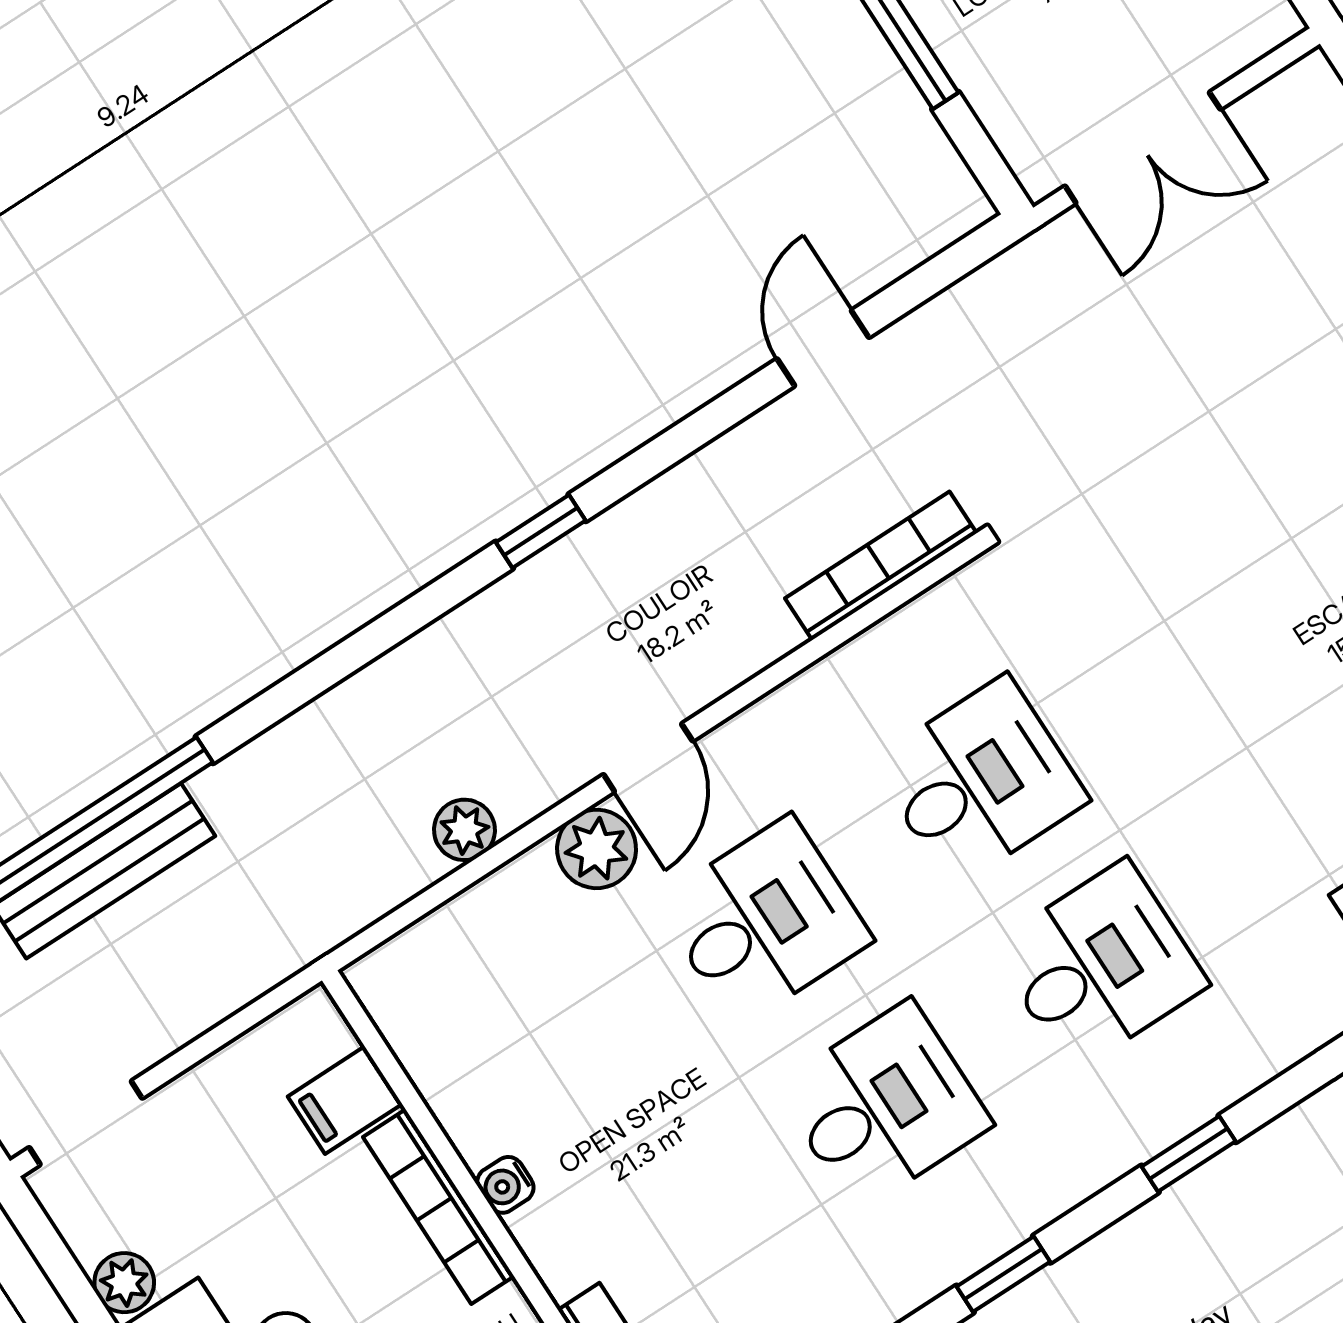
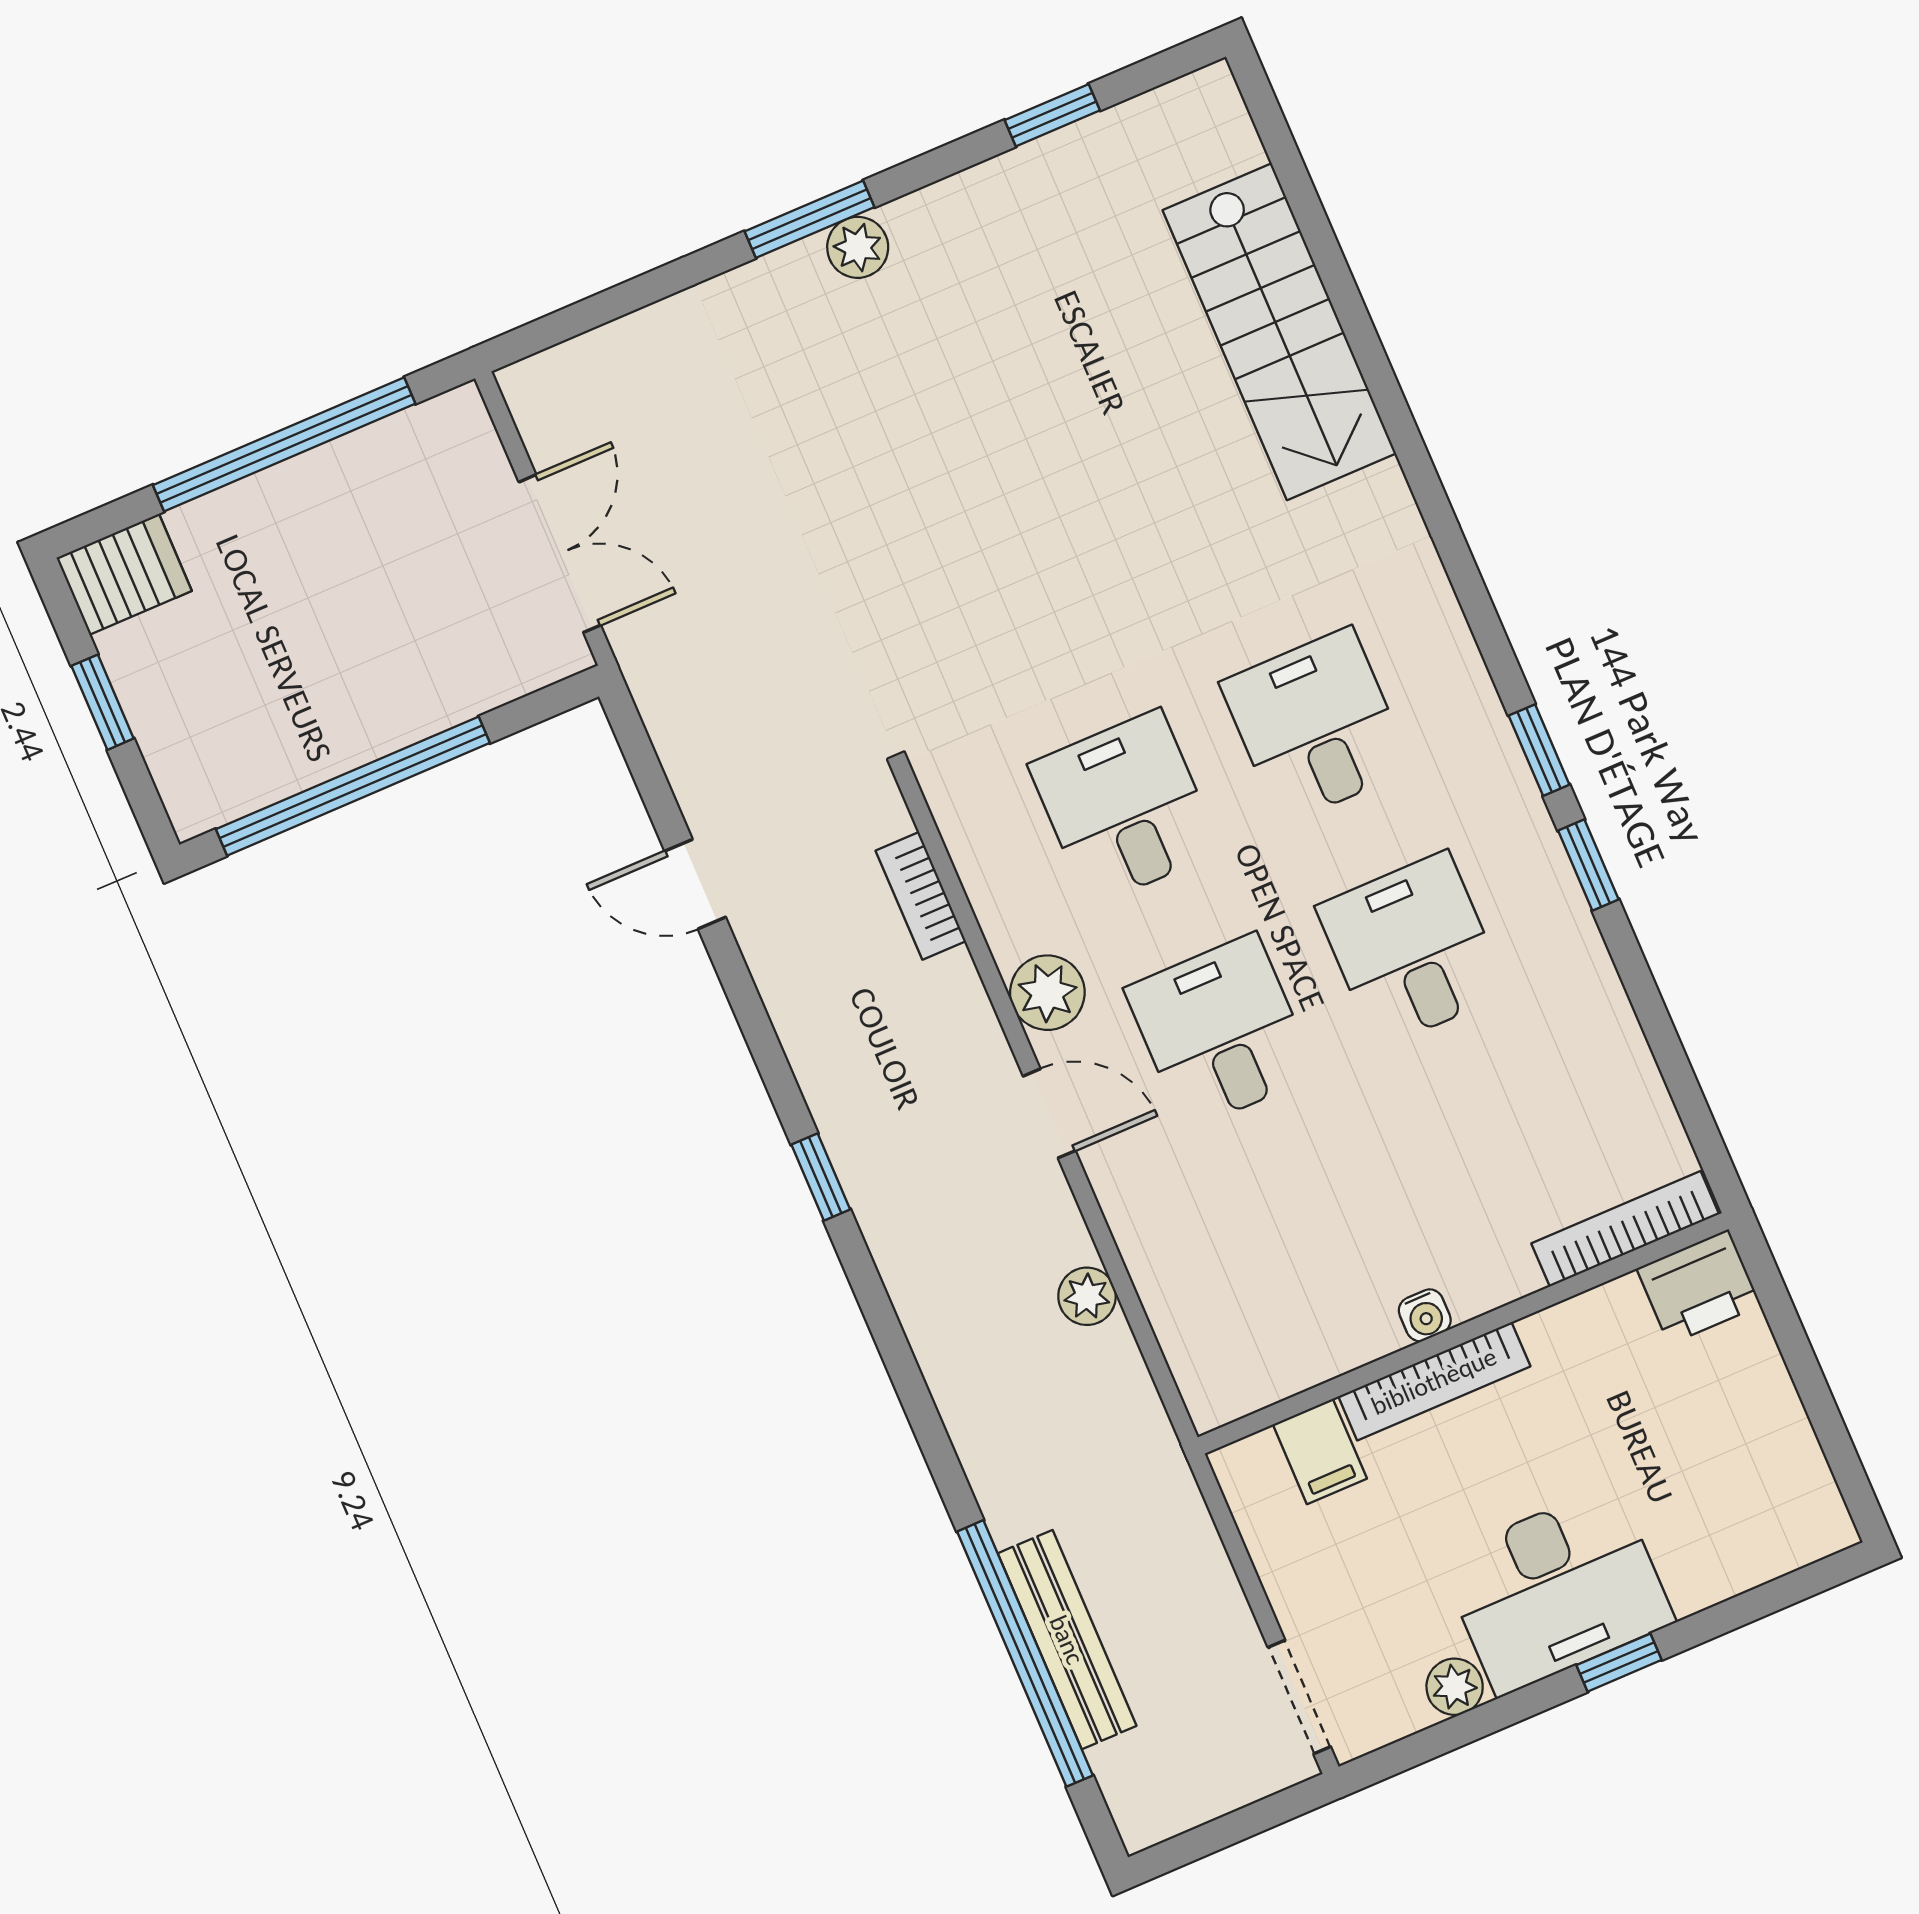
bookcase: (881, 566) -> (921, 896), width x0.64
plant: (597, 849) -> (1047, 993), moved
window: (1189, 1154) -> (1539, 750), moved

